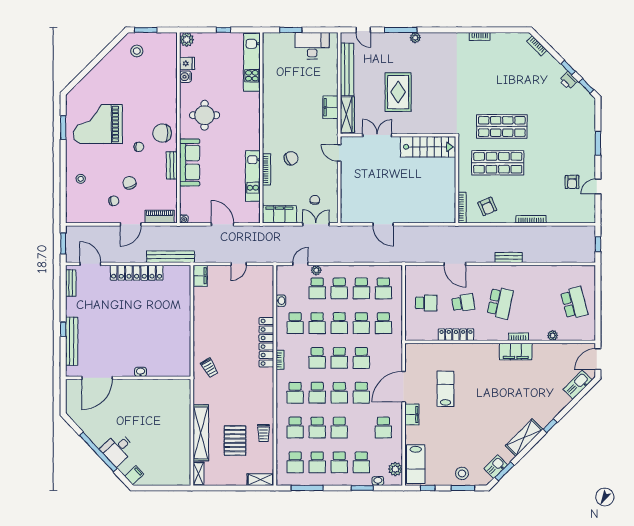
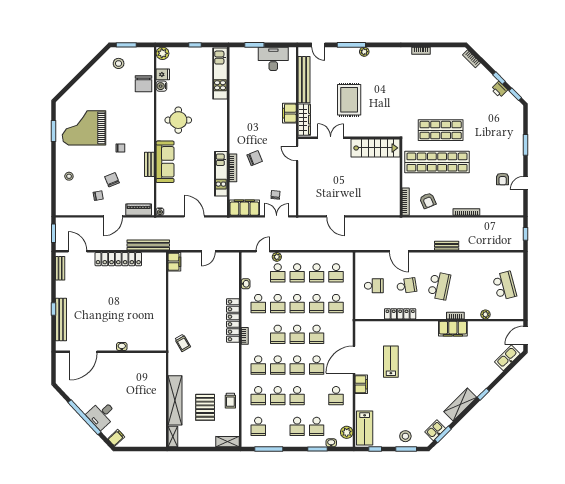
chair: (162, 133) -> (143, 84), moved, turned -90
shop shelf: (498, 163) -> (437, 162), width x1.40
school desk: (317, 462) -> (278, 426), removed

